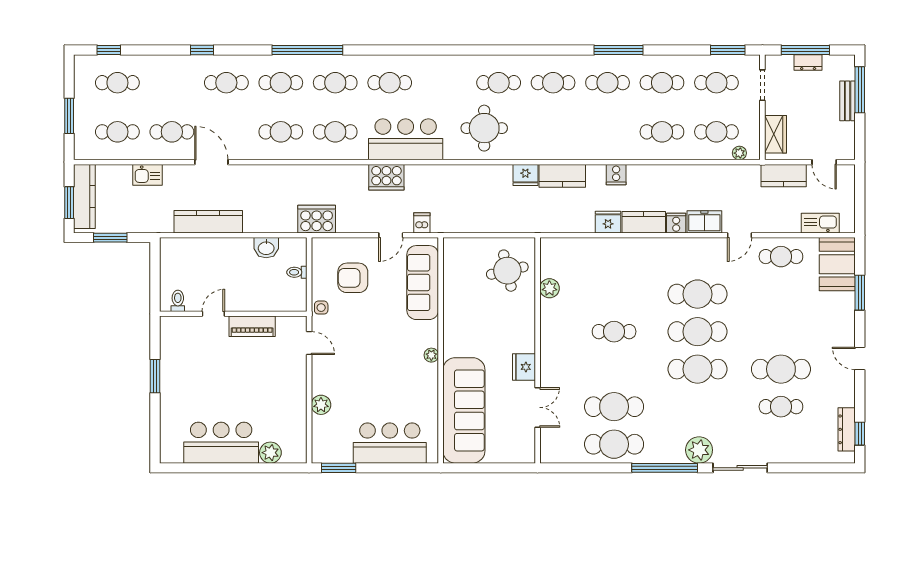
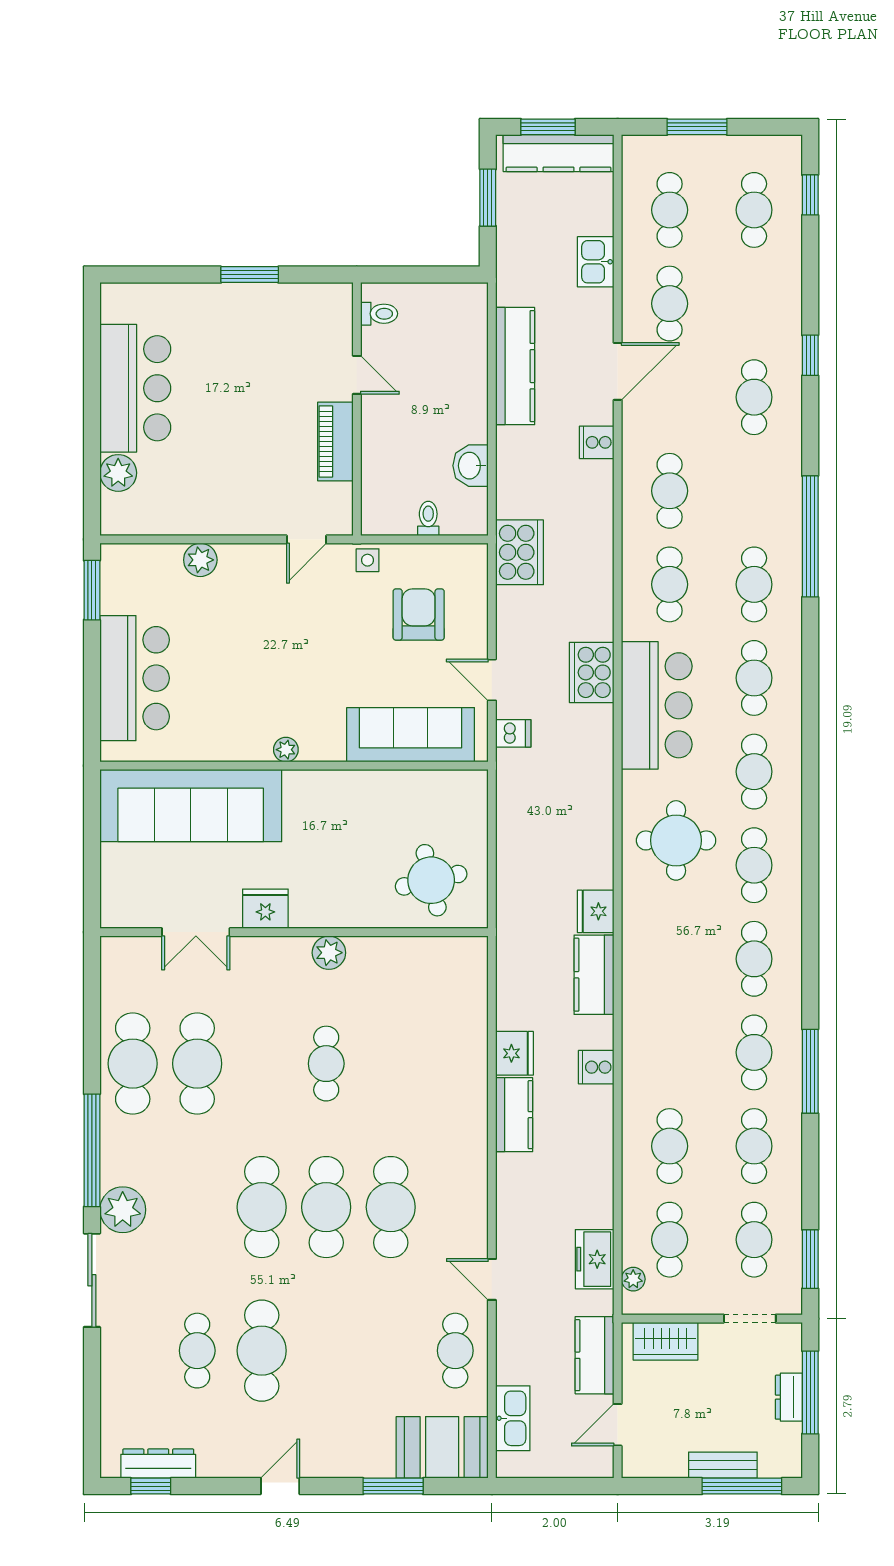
cafe table: (281, 83) -> (754, 772), moved
freezer: (704, 222) -> (595, 1259), moved, turned 180
cooker: (676, 223) -> (597, 442), moved, turned 180
plant: (549, 288) -> (329, 953), moved

